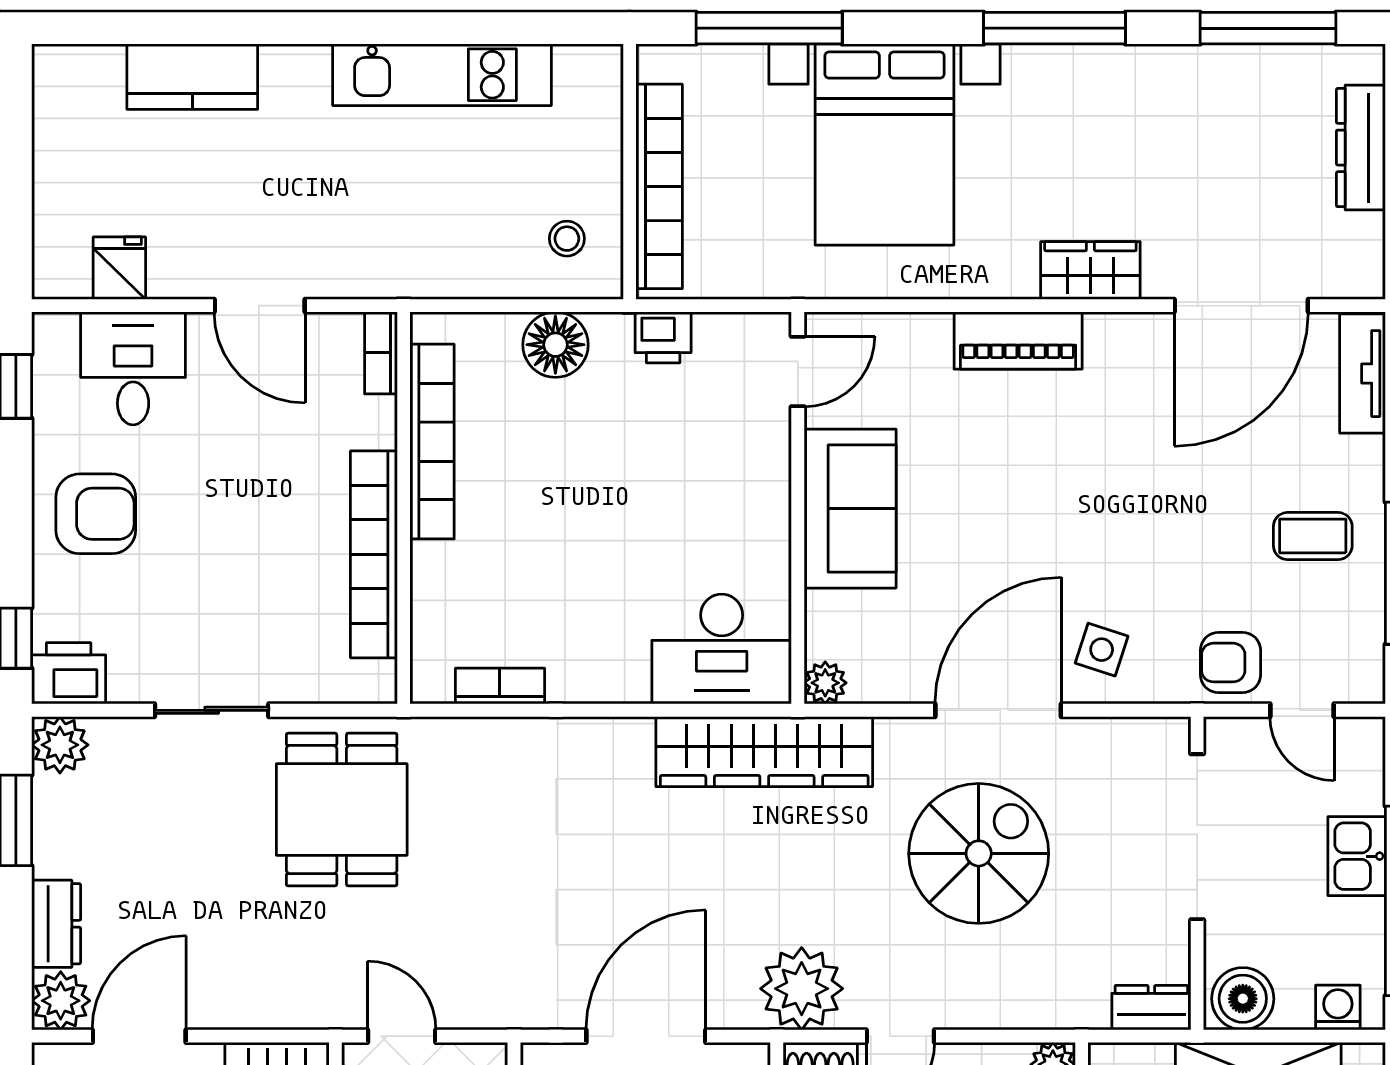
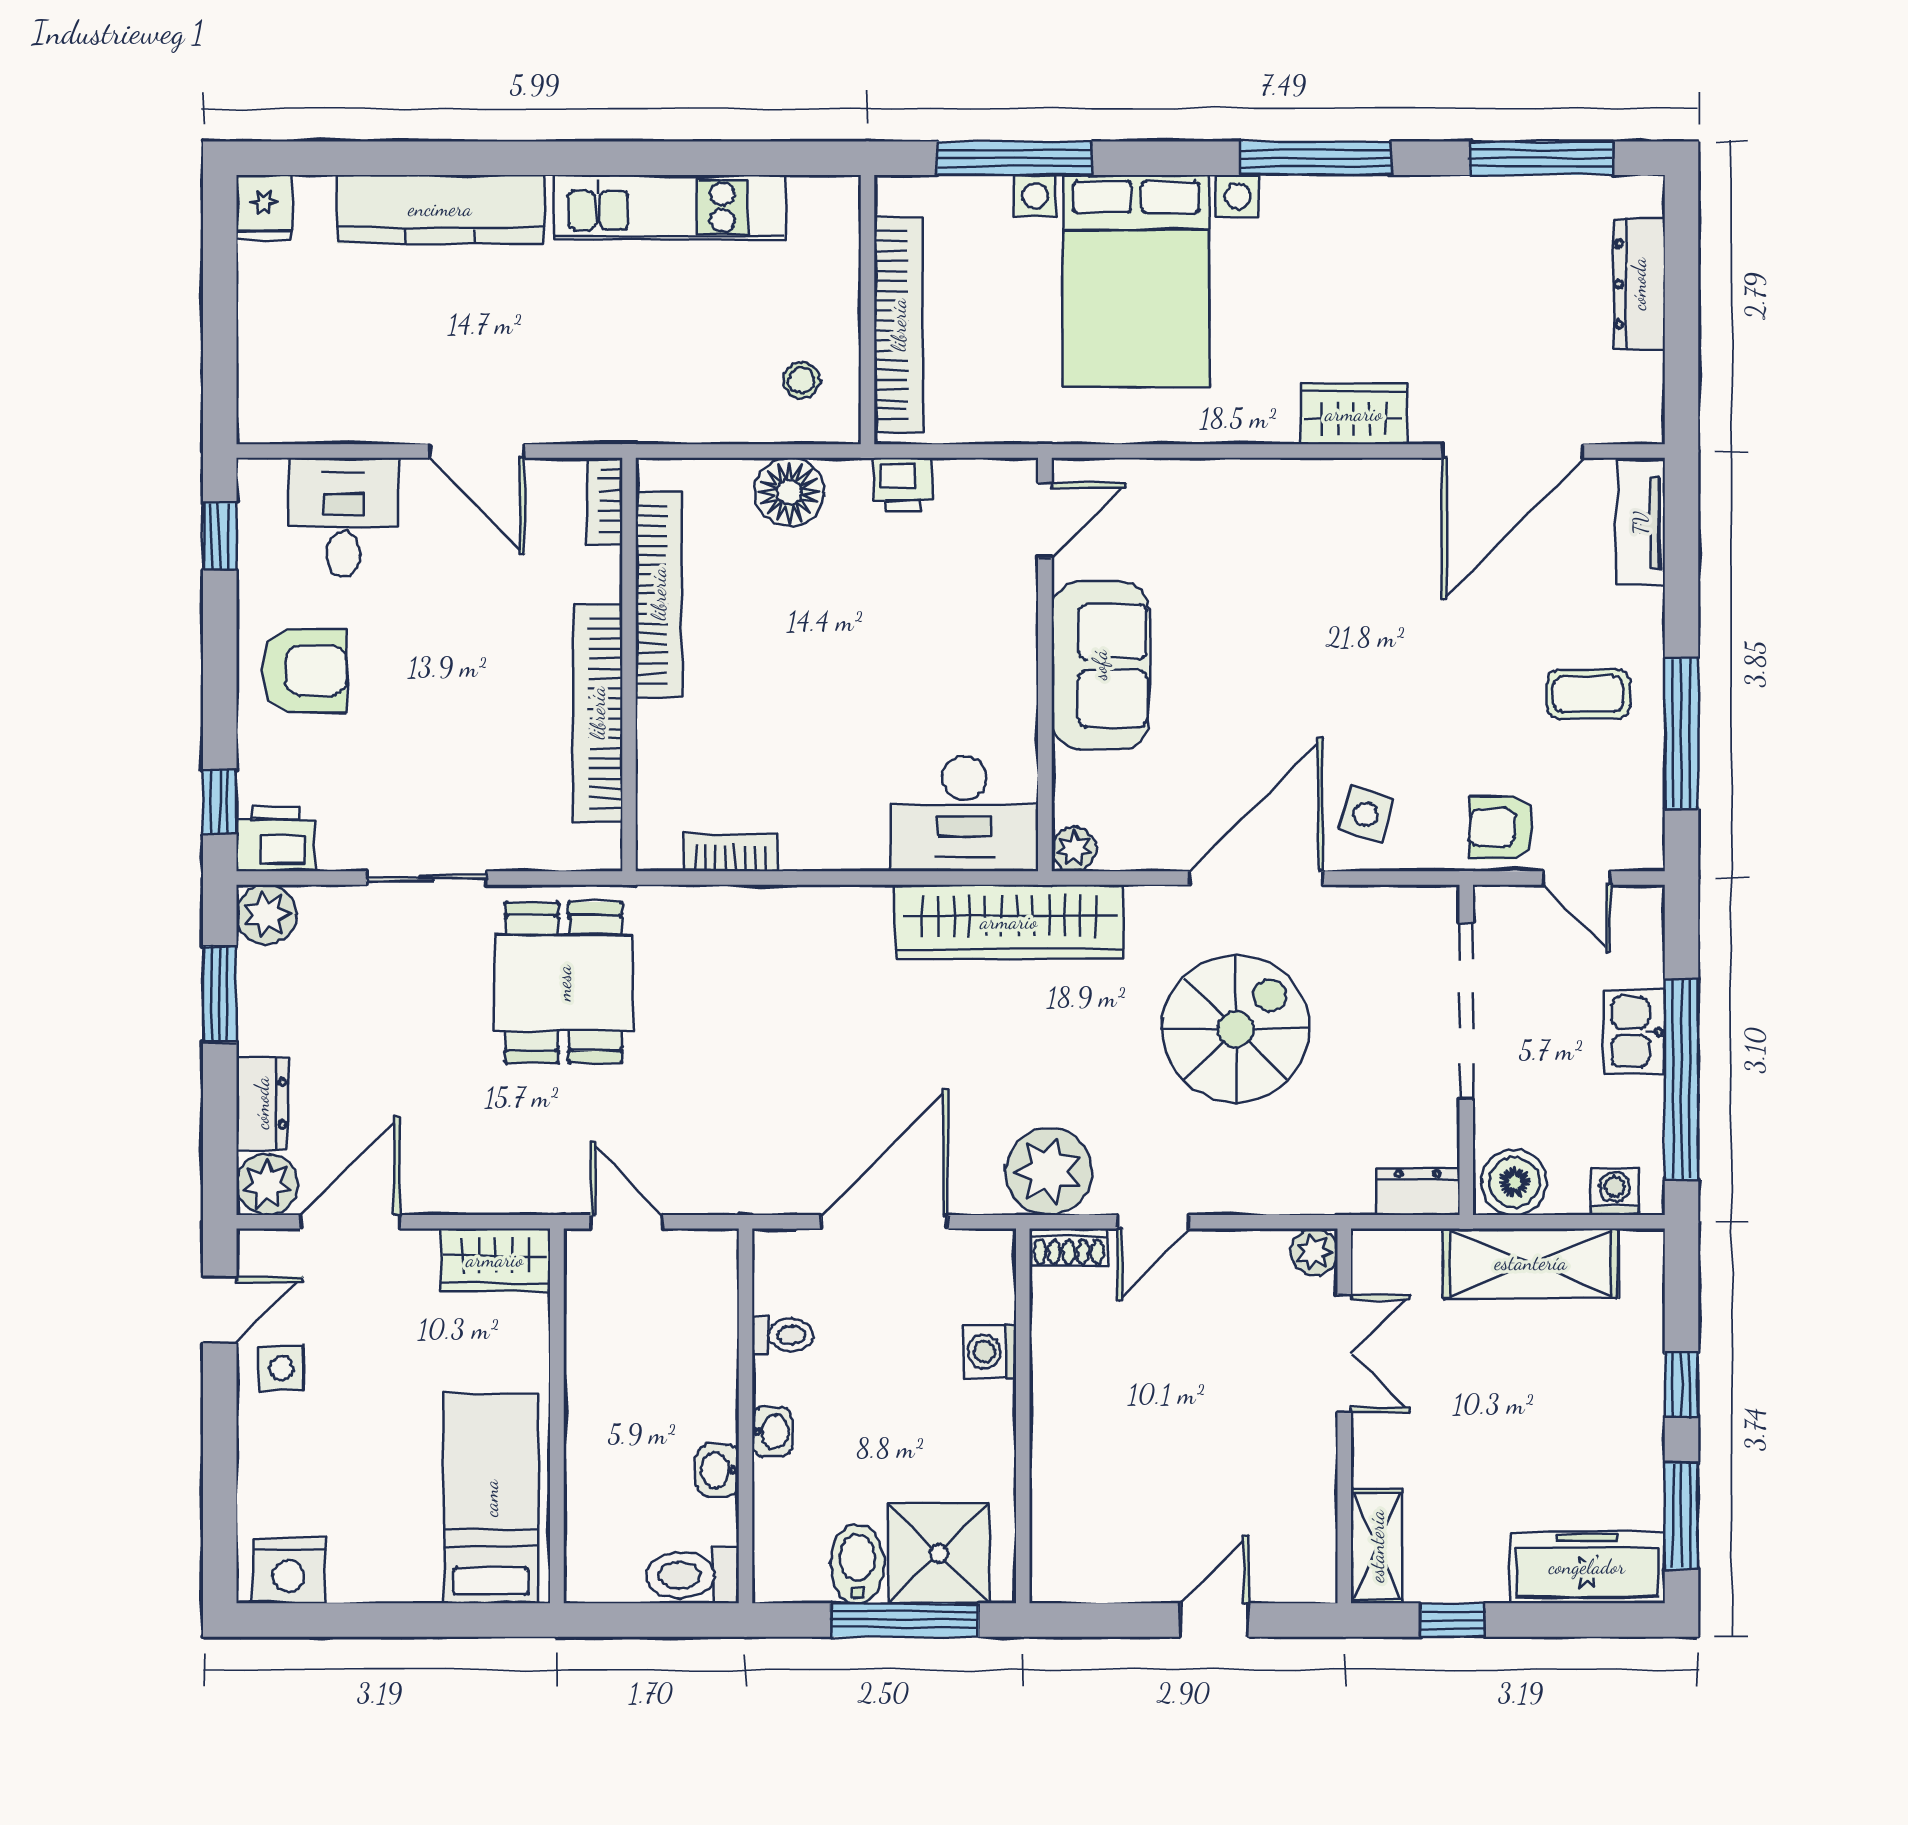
kitchen counter: (192, 77) -> (440, 209), width x1.50
fridge: (119, 268) -> (264, 208), moved, turned 180
piano: (1018, 341) -> (1277, 488), removed

